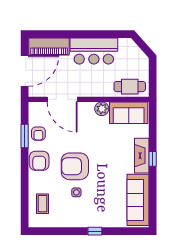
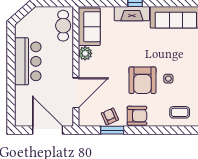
piano: (49, 47) -> (23, 106), removed
armchair: (38, 134) -> (110, 116), turned -114

